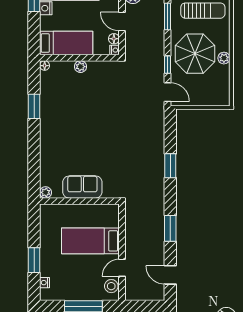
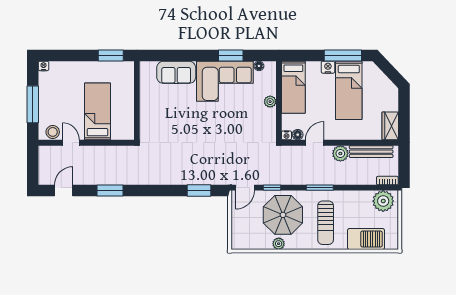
floor lamp: (45, 66) -> (259, 66), moved
corner sofa: (60, 112) -> (225, 81), added
window: (170, 166) -> (199, 190), moved
sofa: (82, 187) -> (176, 72), moved, turned 90
plant: (46, 192) -> (145, 67), removed
window: (34, 260) -> (111, 56), moved
nightstand: (45, 283) -> (44, 66), moved

